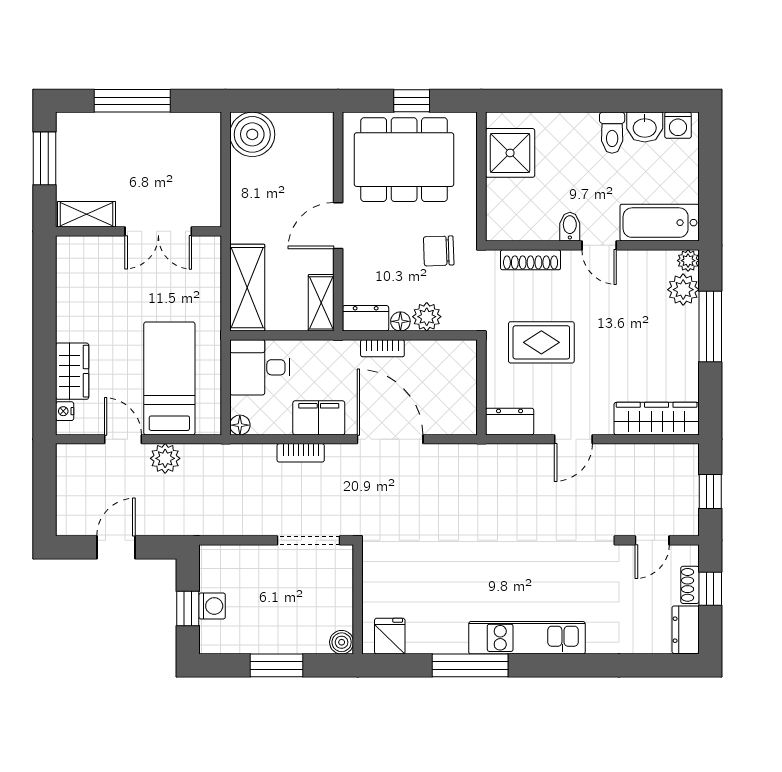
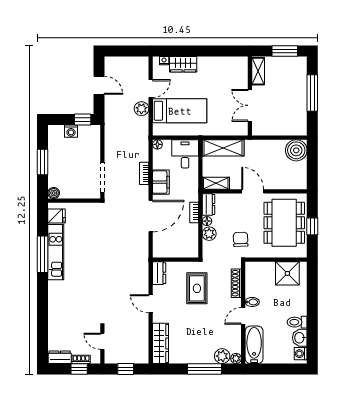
window: (188, 609) -> (83, 119), moved
kitchen unit: (527, 638) -> (56, 252), moved

